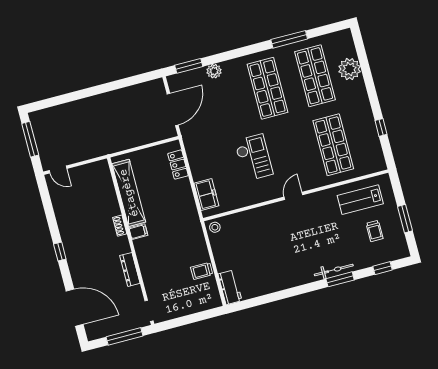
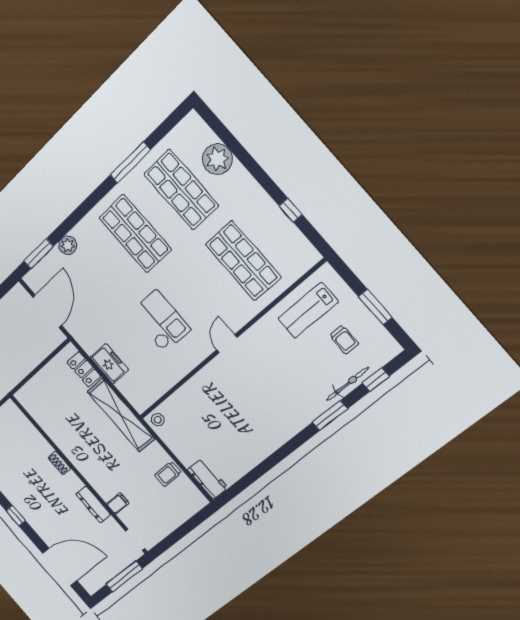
shelving: (129, 193) -> (121, 415), moved
freezer: (206, 194) -> (109, 364), moved
filing cabinet: (138, 232) -> (118, 503), moved
bicycle: (334, 270) -> (347, 384), moved

